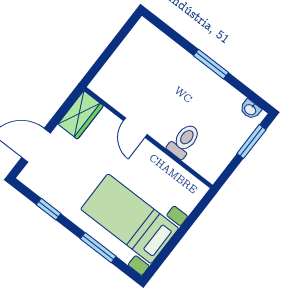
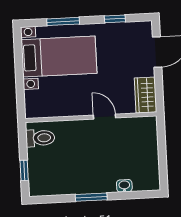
washbasin: (250, 109) -> (124, 186), moved
toilet: (184, 141) -> (40, 138), moved, turned -90
window: (251, 142) -> (24, 170), width x0.67

